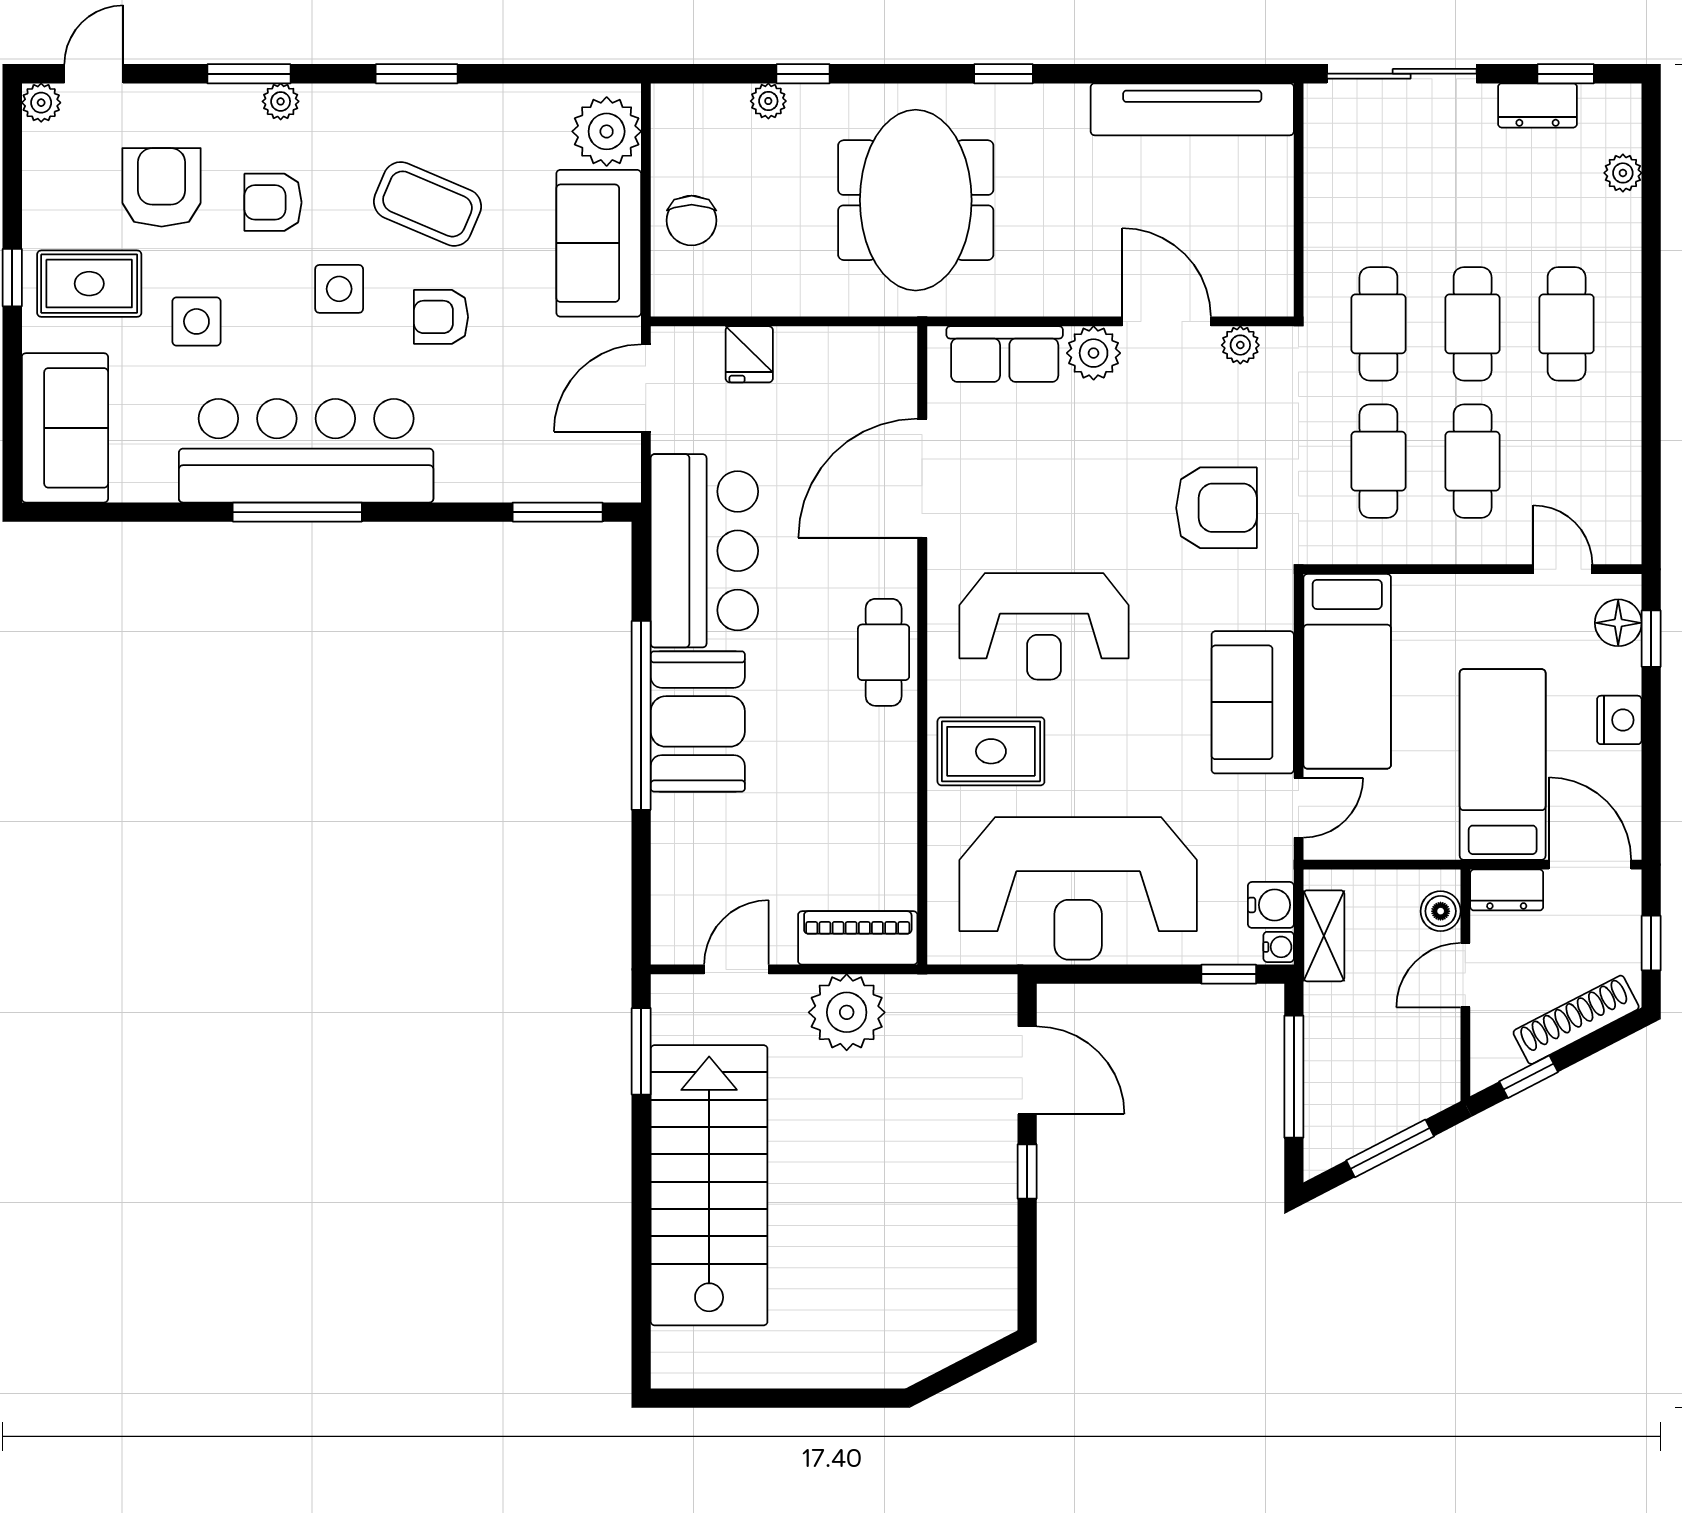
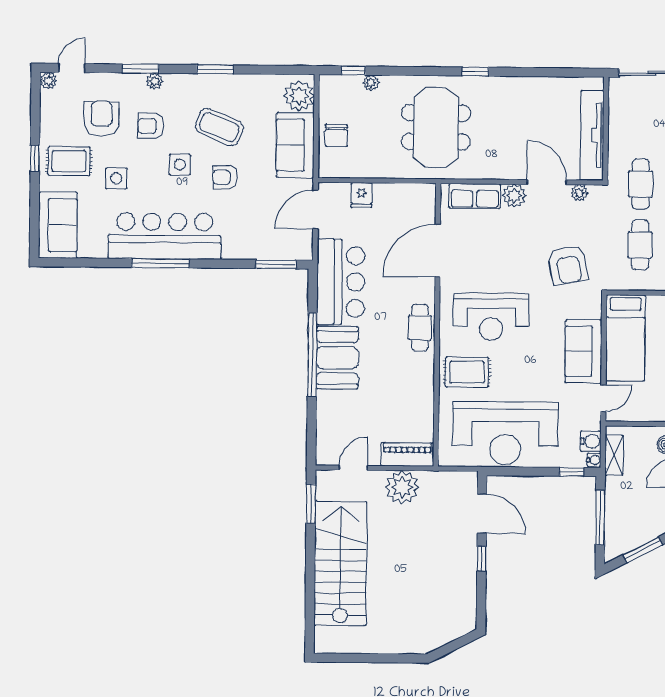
window: (803, 74) -> (353, 71), moved
tv unit: (1192, 109) -> (592, 135), moved, turned 90
armchair: (1216, 508) -> (568, 265), turned 79

